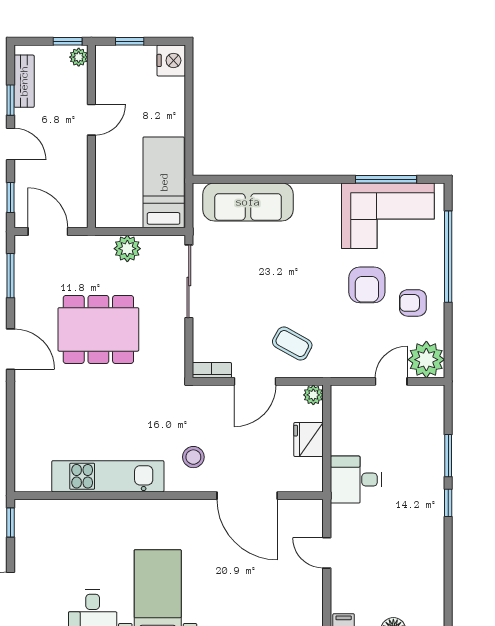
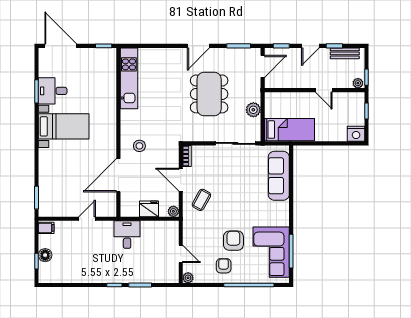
armchair: (367, 285) -> (233, 241), turned 90
plant: (426, 360) -> (188, 278), width x0.53, depth x0.53
kitchen unit: (108, 476) -> (129, 78), moved

